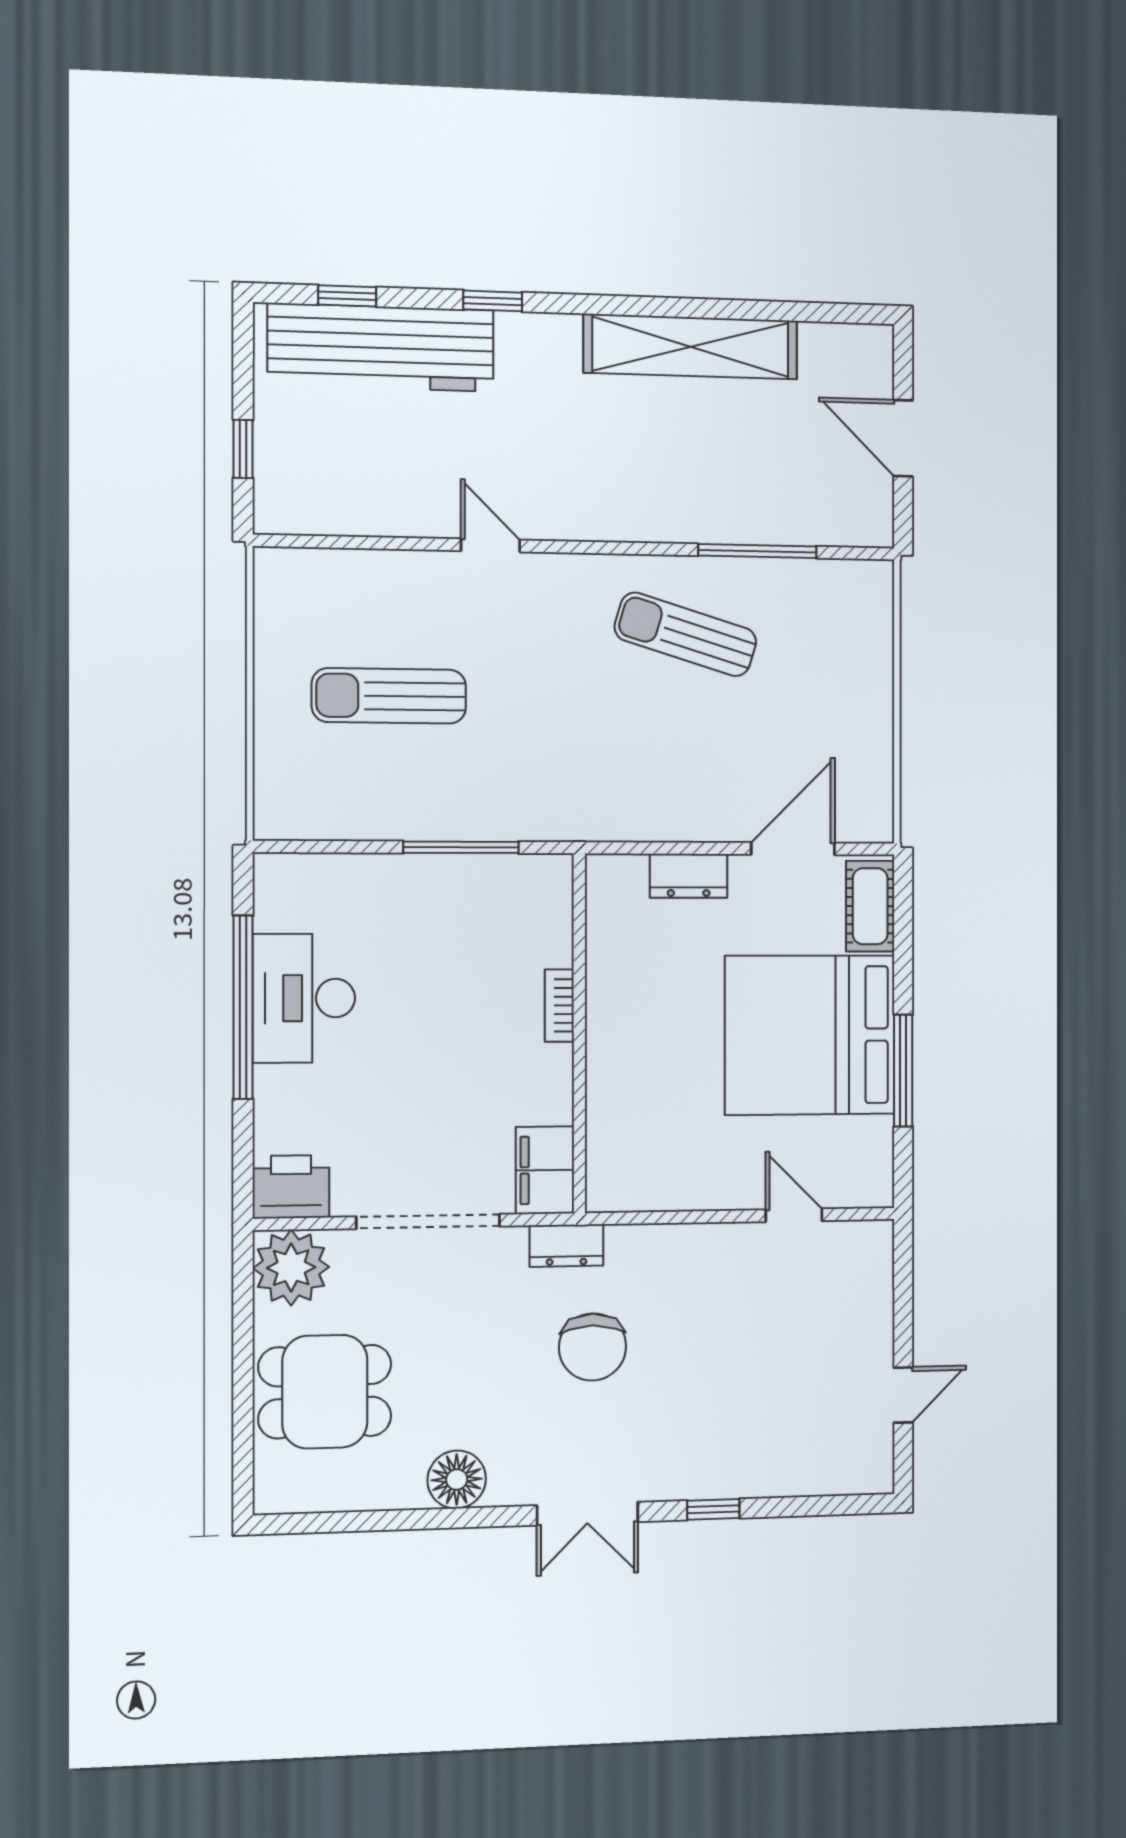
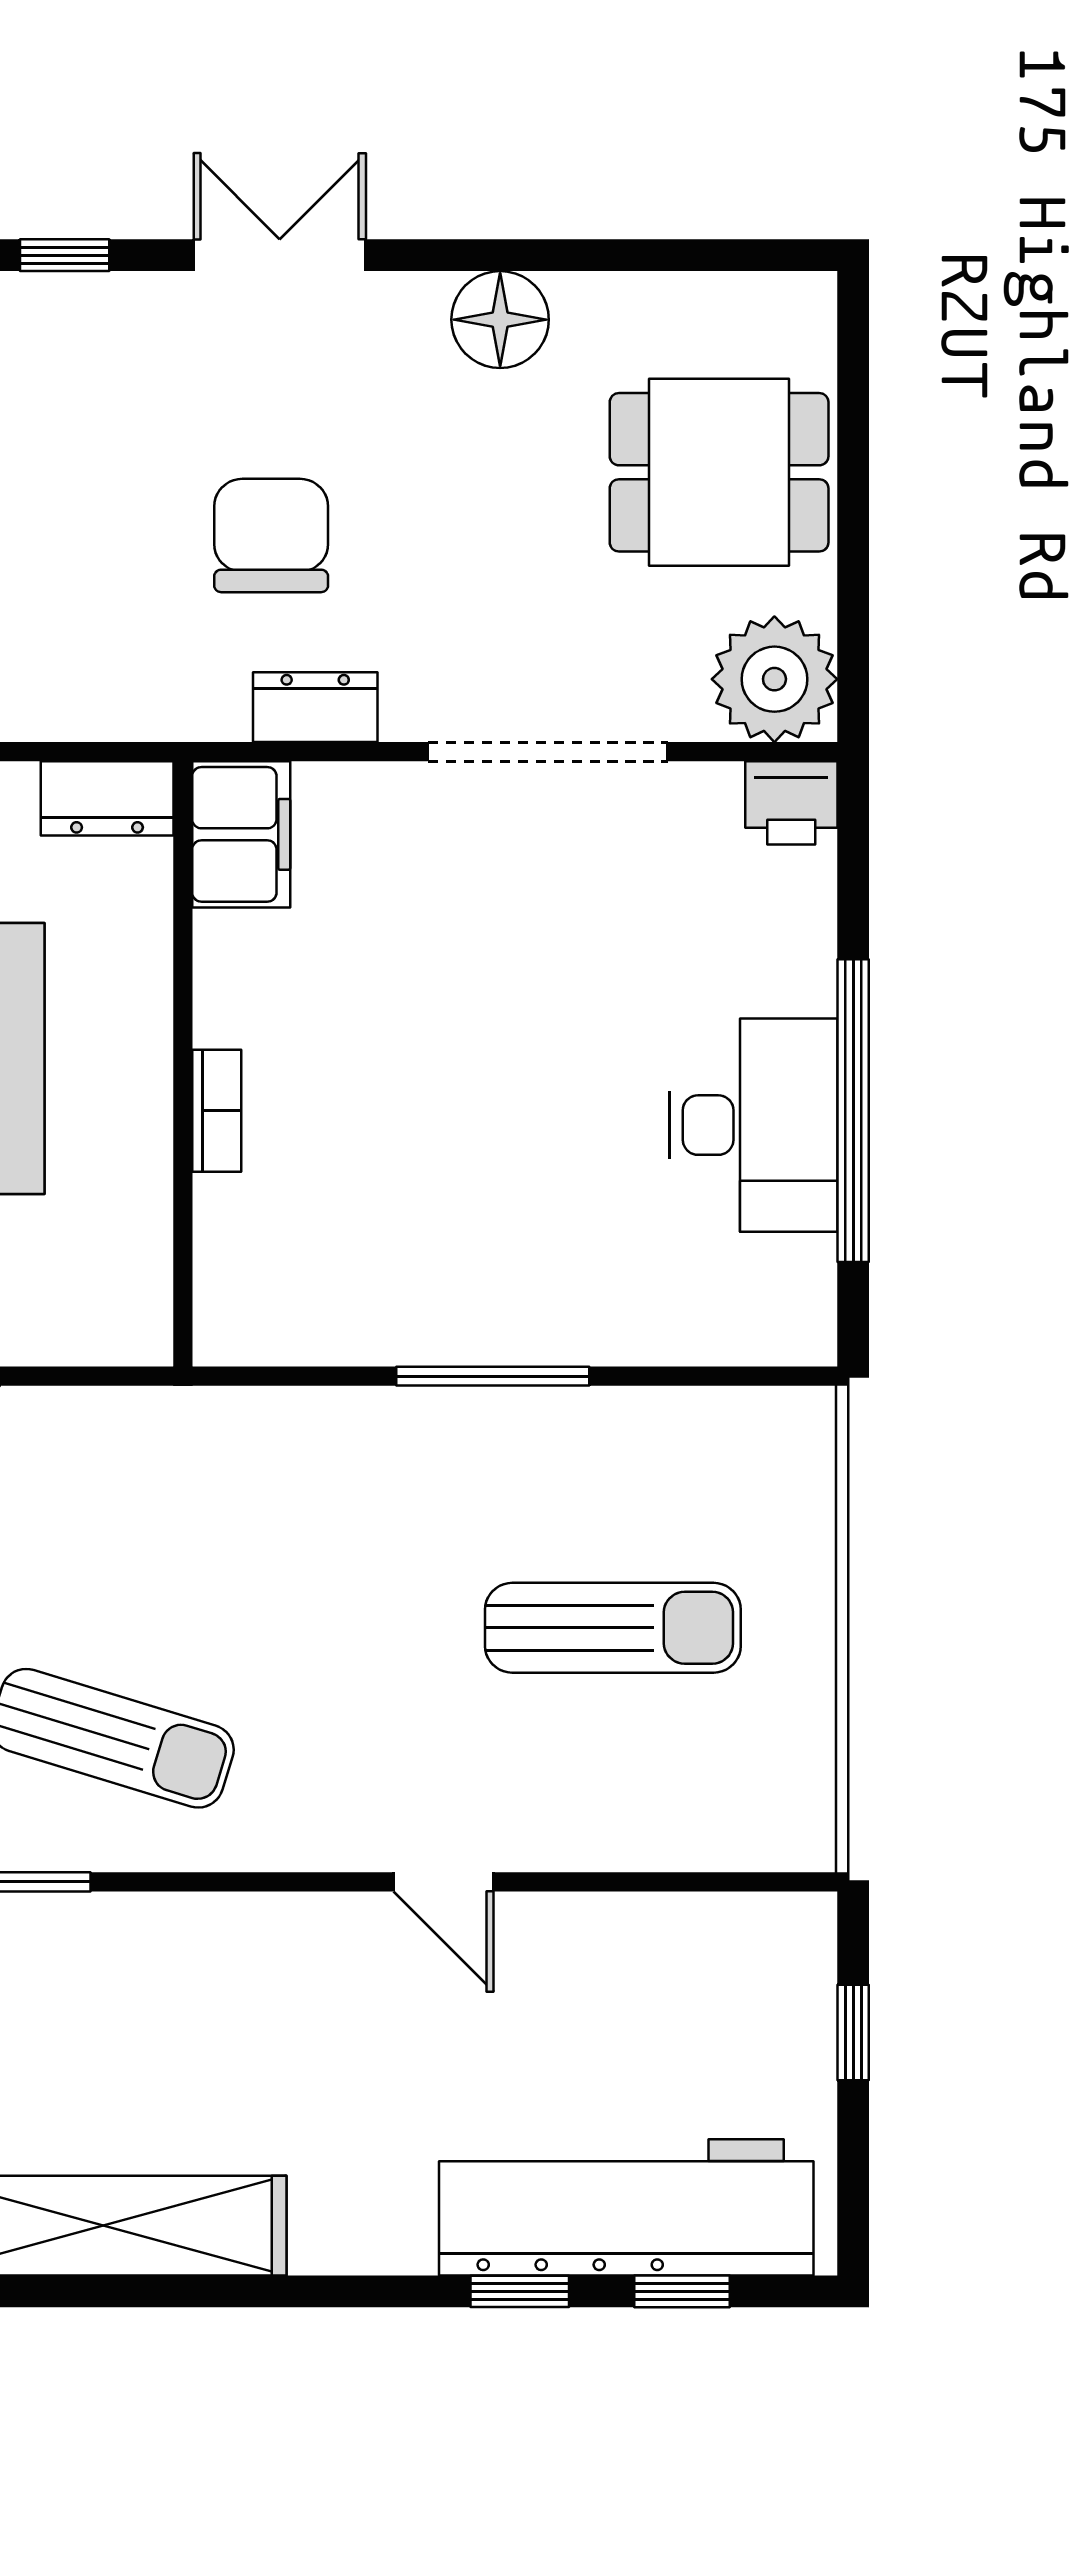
window: (493, 301) -> (520, 2291), moved
dresser: (689, 876) -> (107, 798), moved, turned 180
bookcase: (559, 1006) -> (217, 1111), moved
wall: (579, 1033) -> (183, 1064), moved
filing cabinet: (545, 1170) -> (241, 834), moved
printer: (291, 1187) -> (791, 803), width x0.73, depth x0.81

